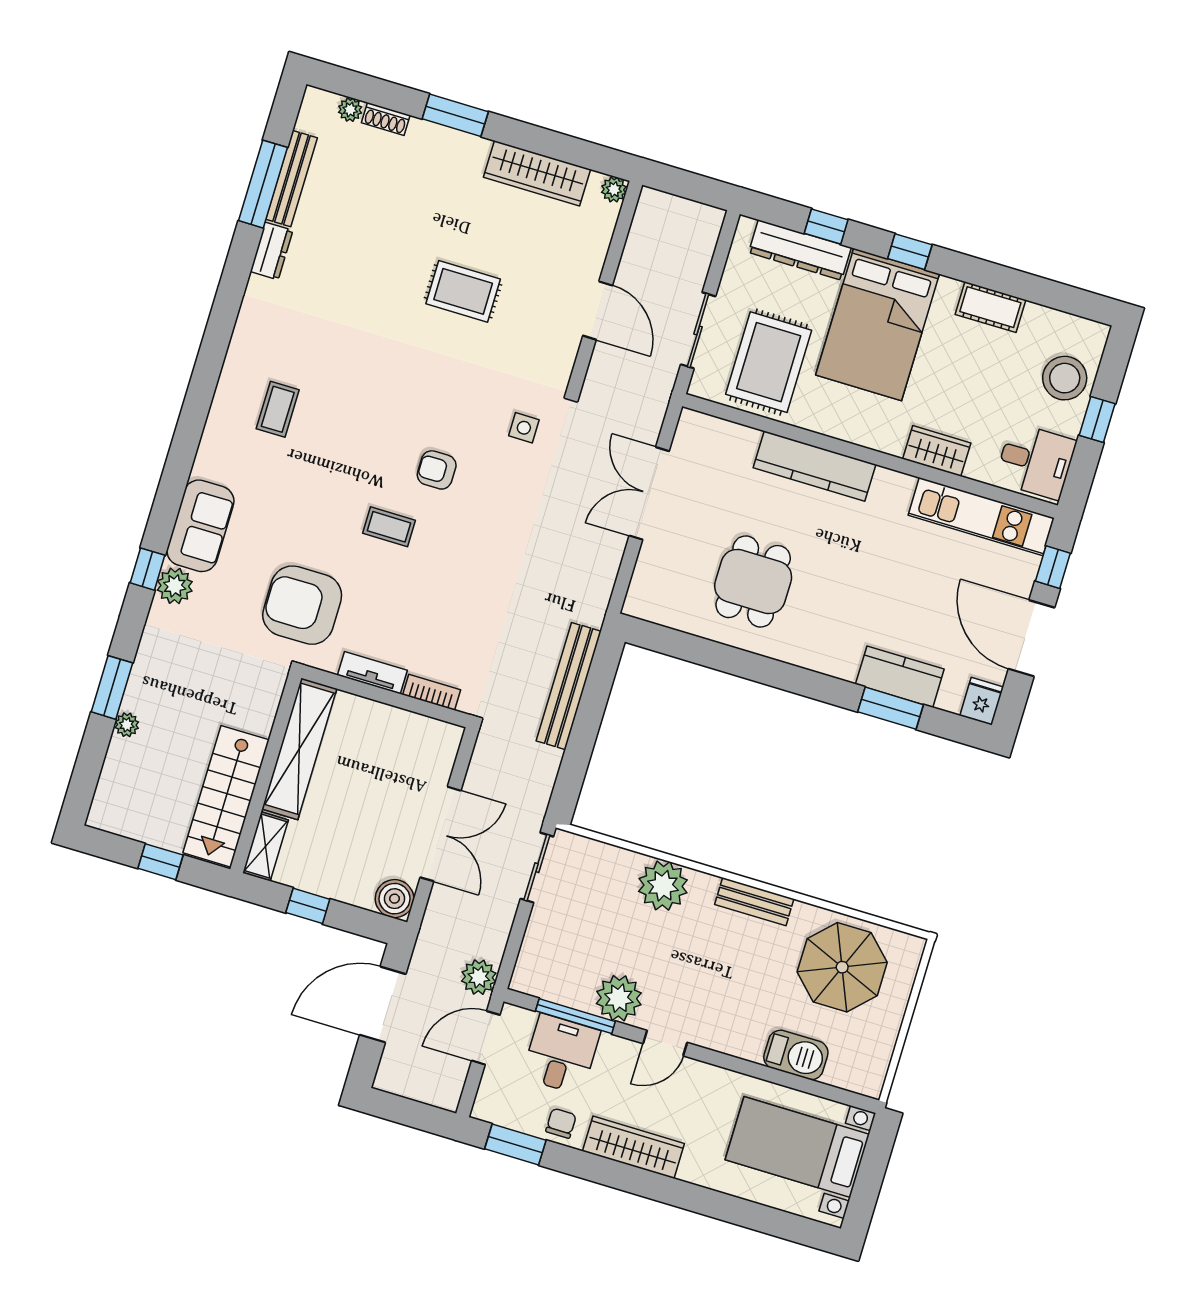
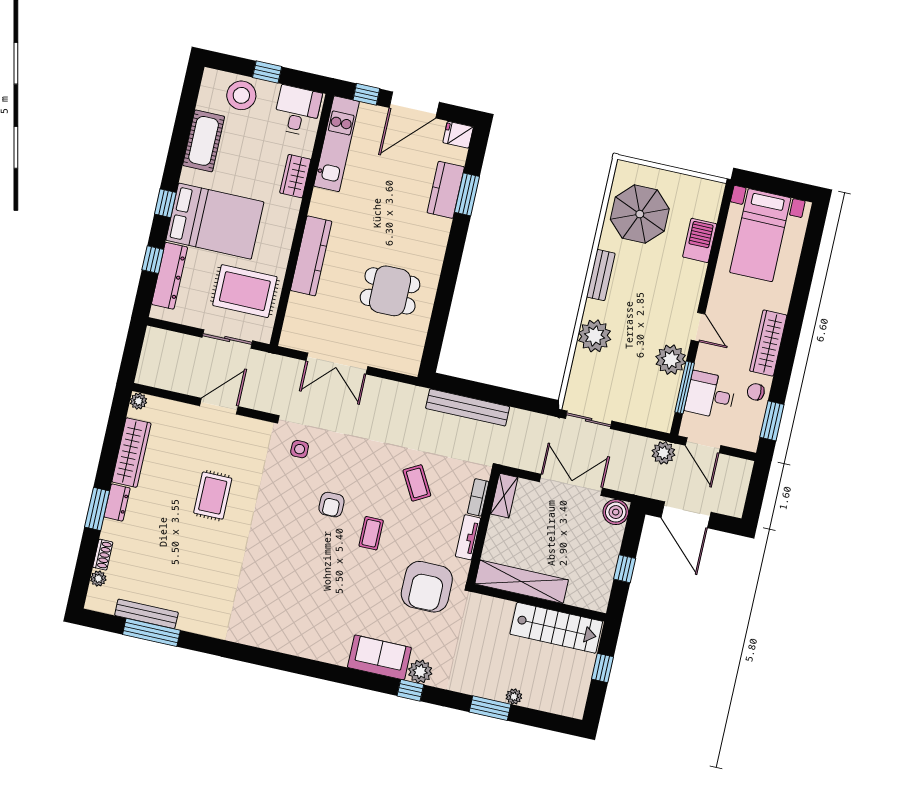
dresser: (272, 251) -> (117, 503), moved, turned 90
cot: (990, 307) -> (204, 141), width x1.37, depth x1.34
coffee table: (278, 409) -> (417, 483), moved, turned 61
shelving: (266, 846) -> (504, 496), moved, turned 90

